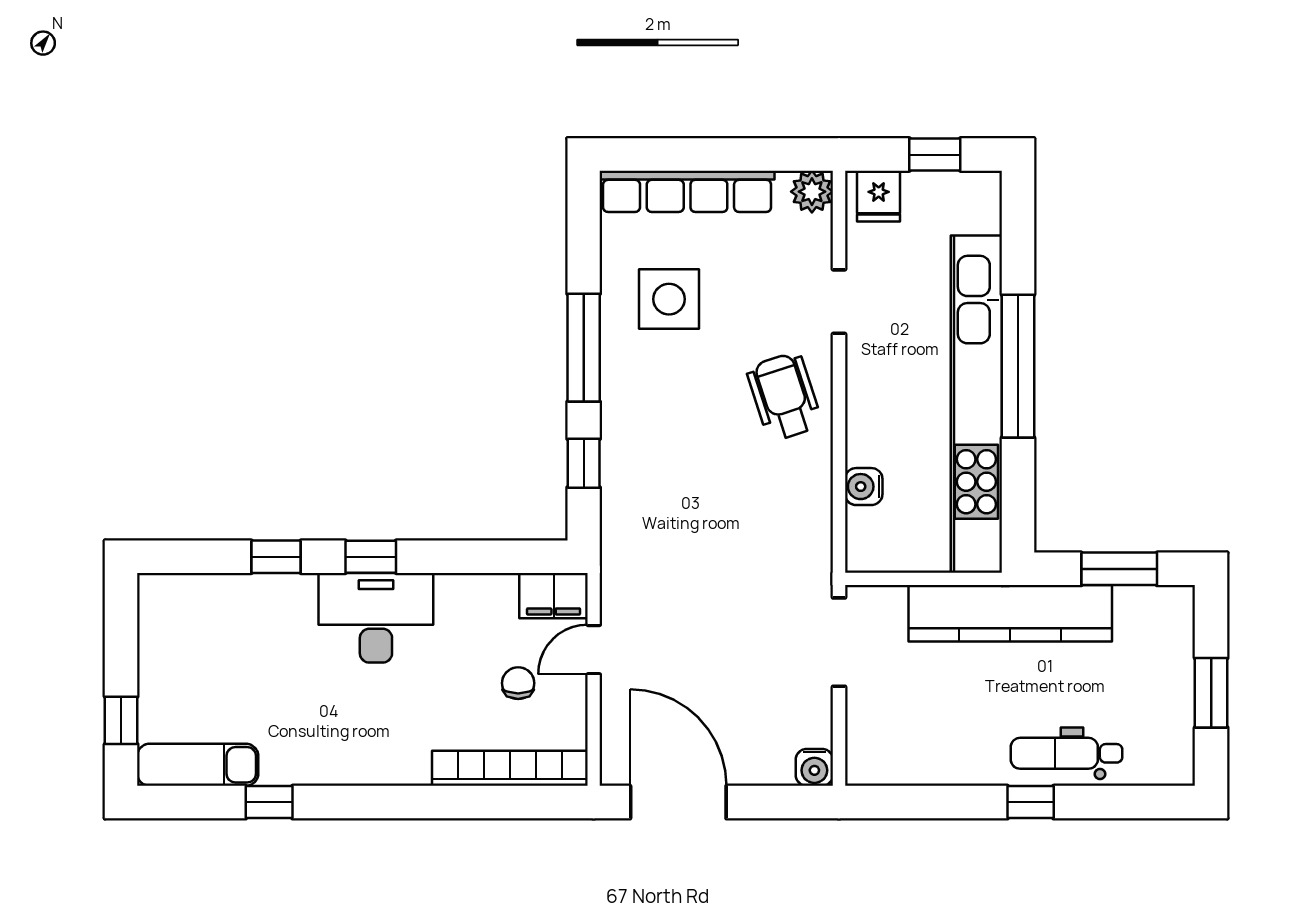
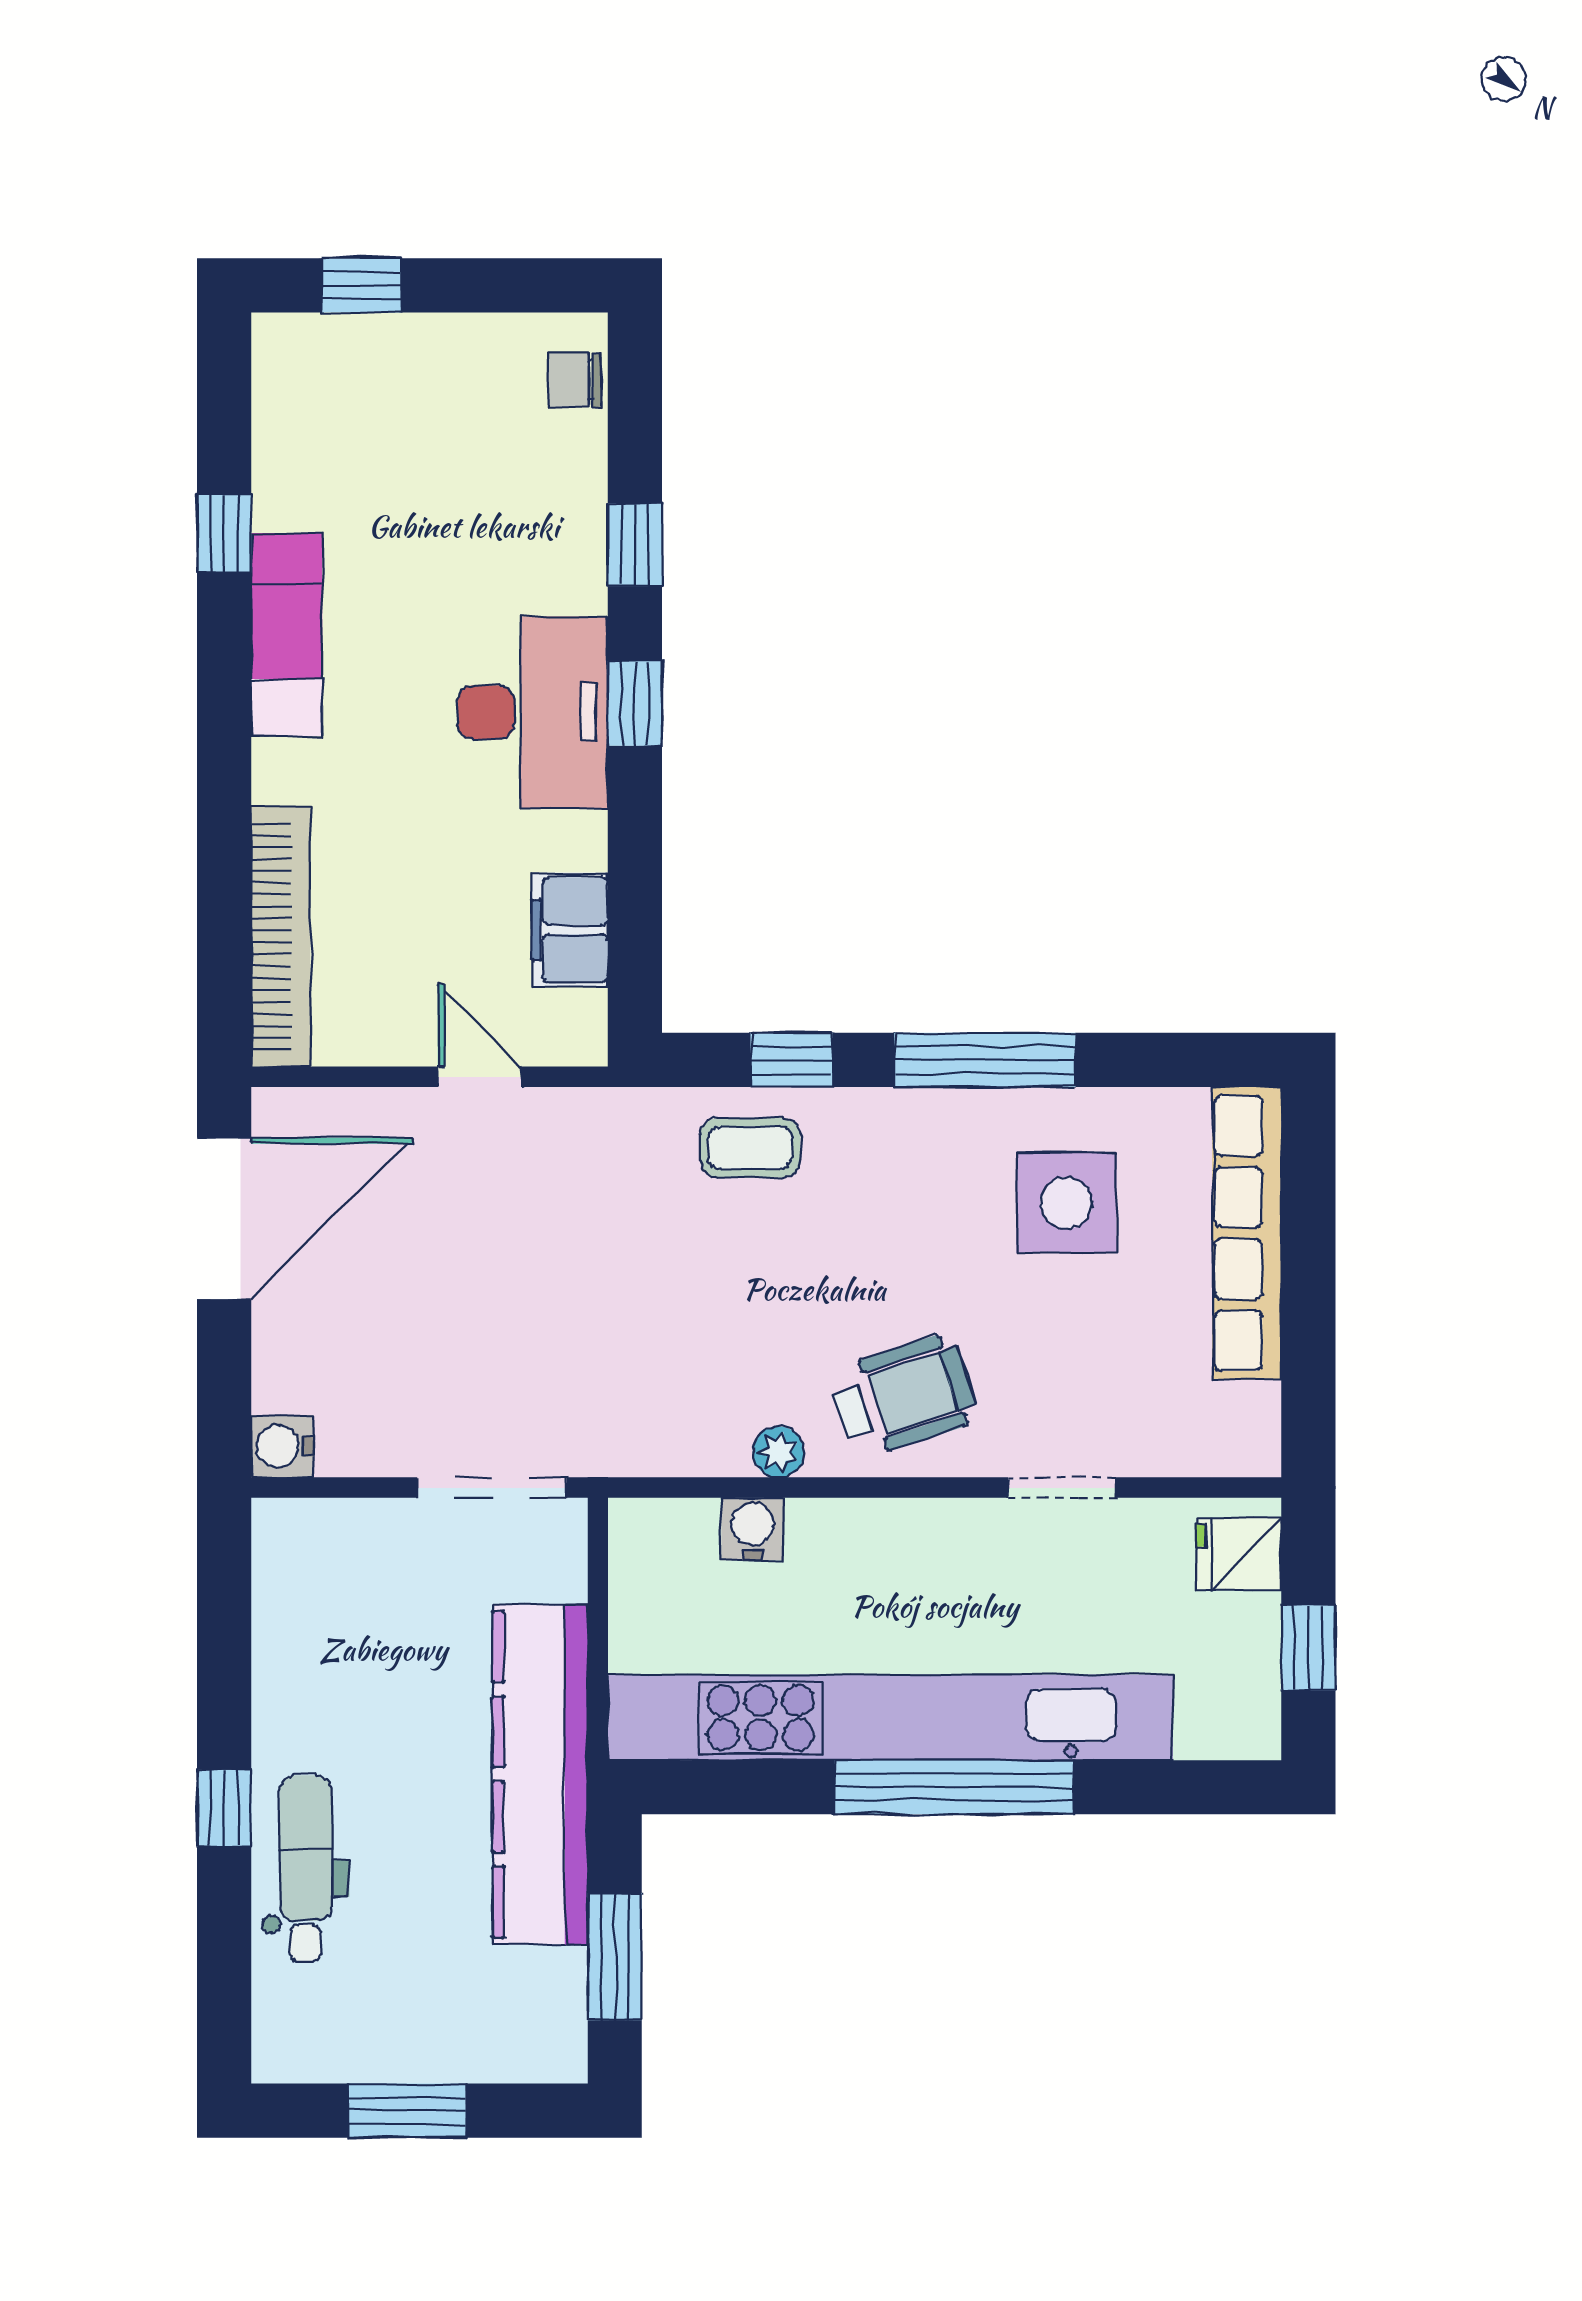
plant: (812, 192) -> (779, 1452), moved, width x0.73, depth x0.73
coffee table: (636, 488) -> (750, 1148), added
filing cabinet: (554, 596) -> (570, 930), moved
chair: (518, 683) -> (575, 380), moved, turned 180
exam couch: (198, 765) -> (287, 634), moved

